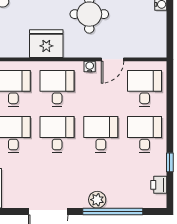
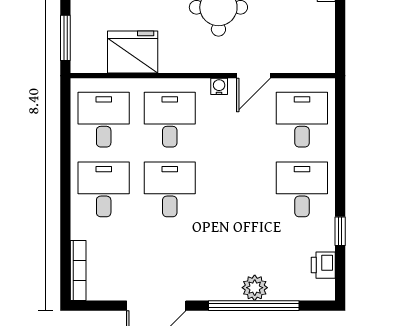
fridge: (46, 44) -> (133, 52), moved
desk: (101, 135) -> (236, 189), removed
plant: (97, 200) -> (255, 288), moved

